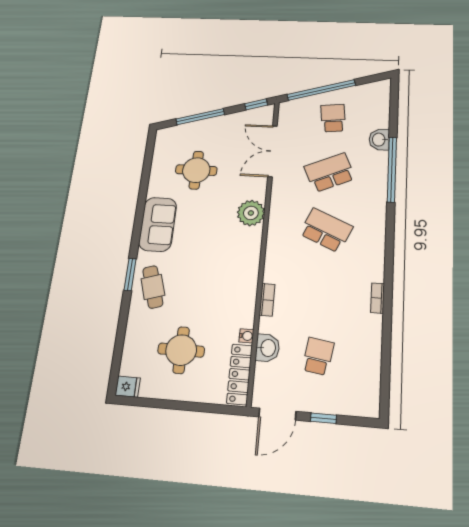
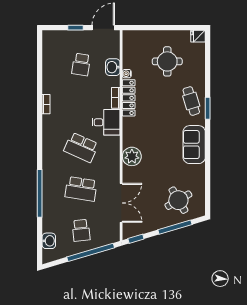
washbasin: (379, 140) -> (49, 241), moved
round table: (196, 170) -> (178, 200), moved, turned -30
school desk: (330, 173) -> (81, 189), turned 33
desk: (285, 264) -> (106, 122), added
locker: (240, 374) -> (129, 98), moved

